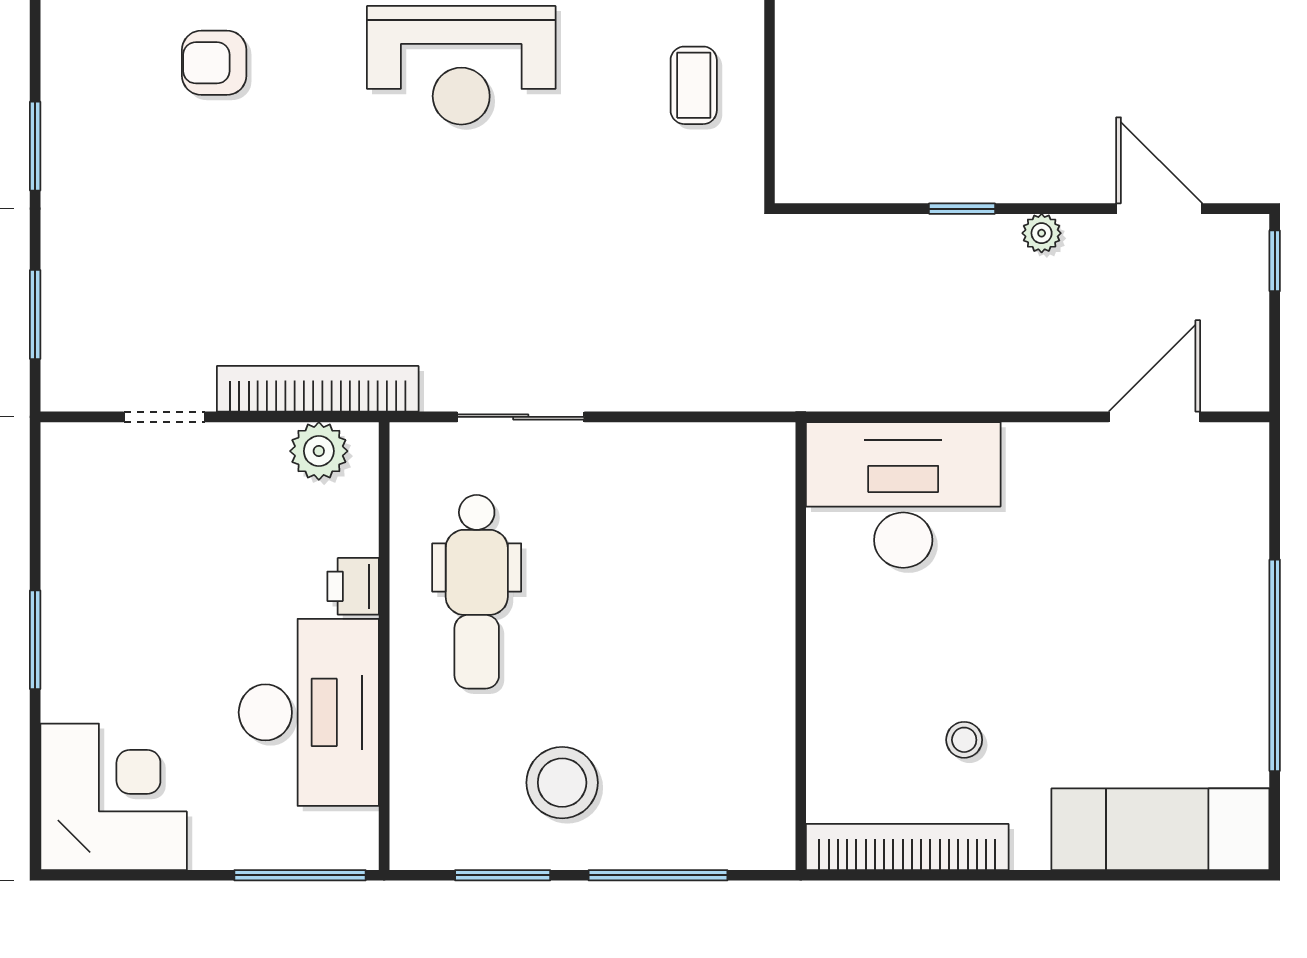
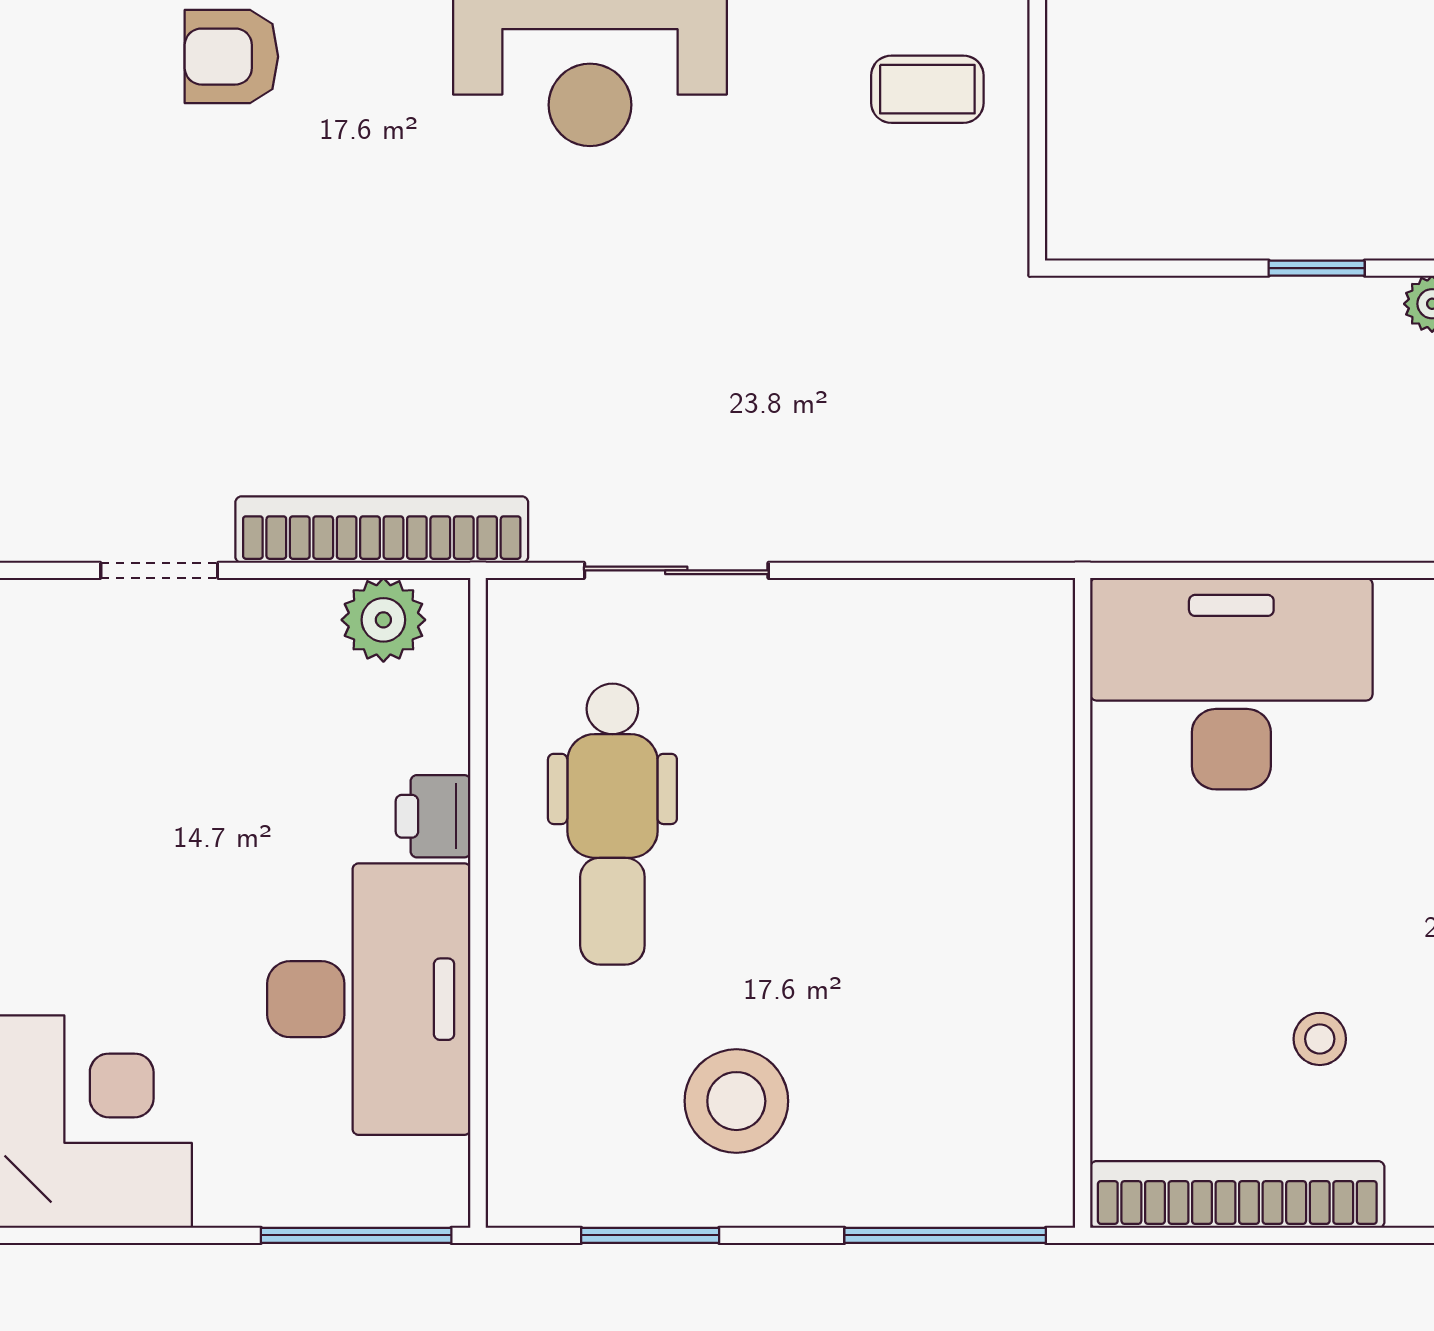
coffee table: (694, 85) -> (927, 89), turned 90
window: (658, 875) -> (945, 1235), moved

